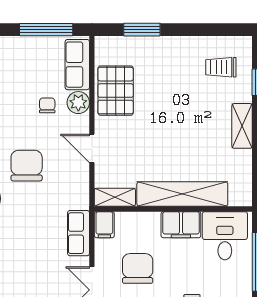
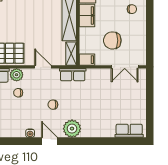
door: (92, 148) -> (43, 67), swing flipped
chair: (27, 166) -> (53, 105), width x0.54, depth x0.54
row of seats: (79, 233) -> (73, 75), moved

